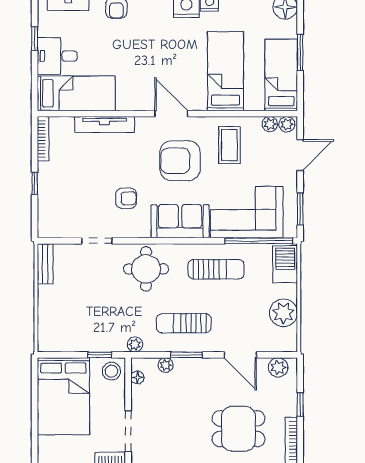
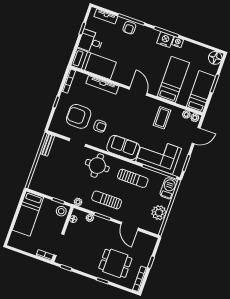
armchair: (180, 161) -> (79, 116), moved
plant: (278, 367) -> (147, 239), removed
bed: (63, 396) -> (28, 214), width x0.67

